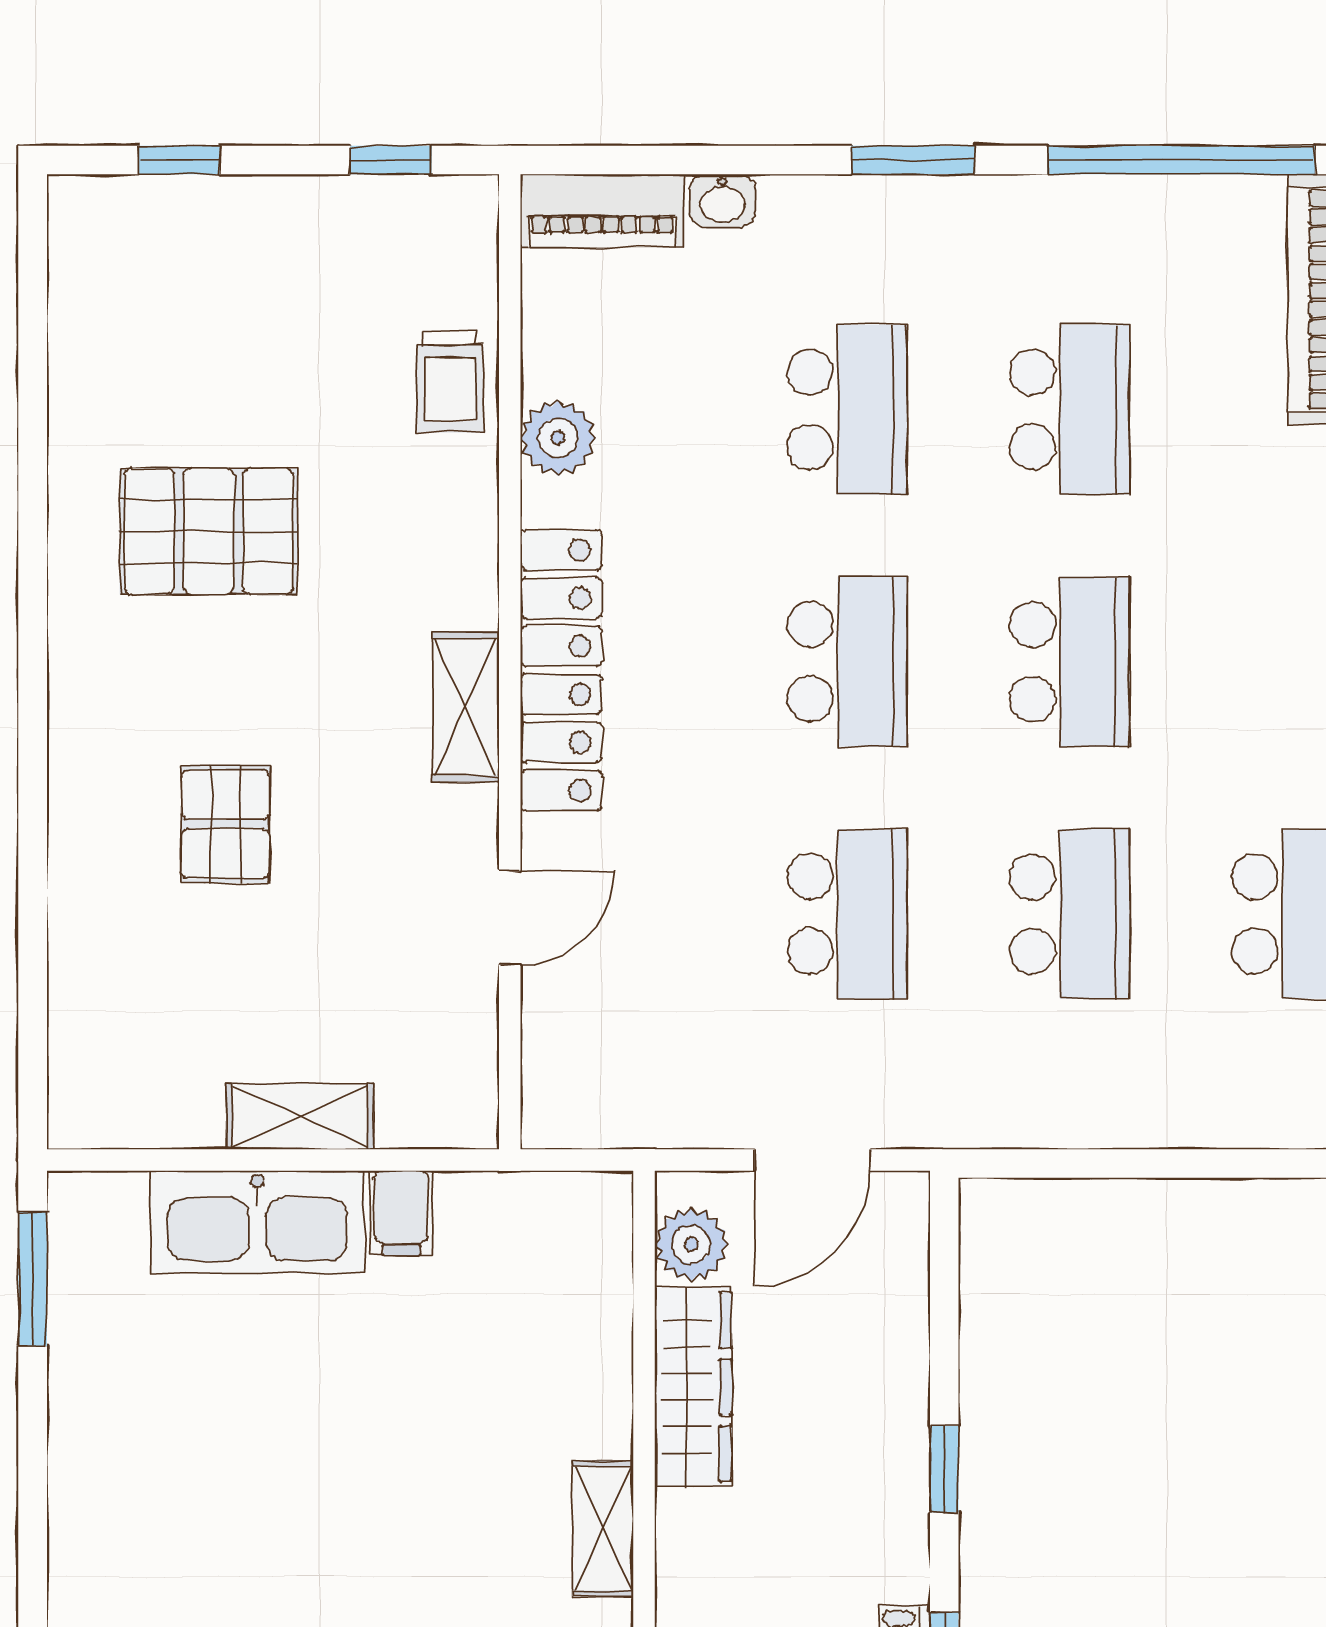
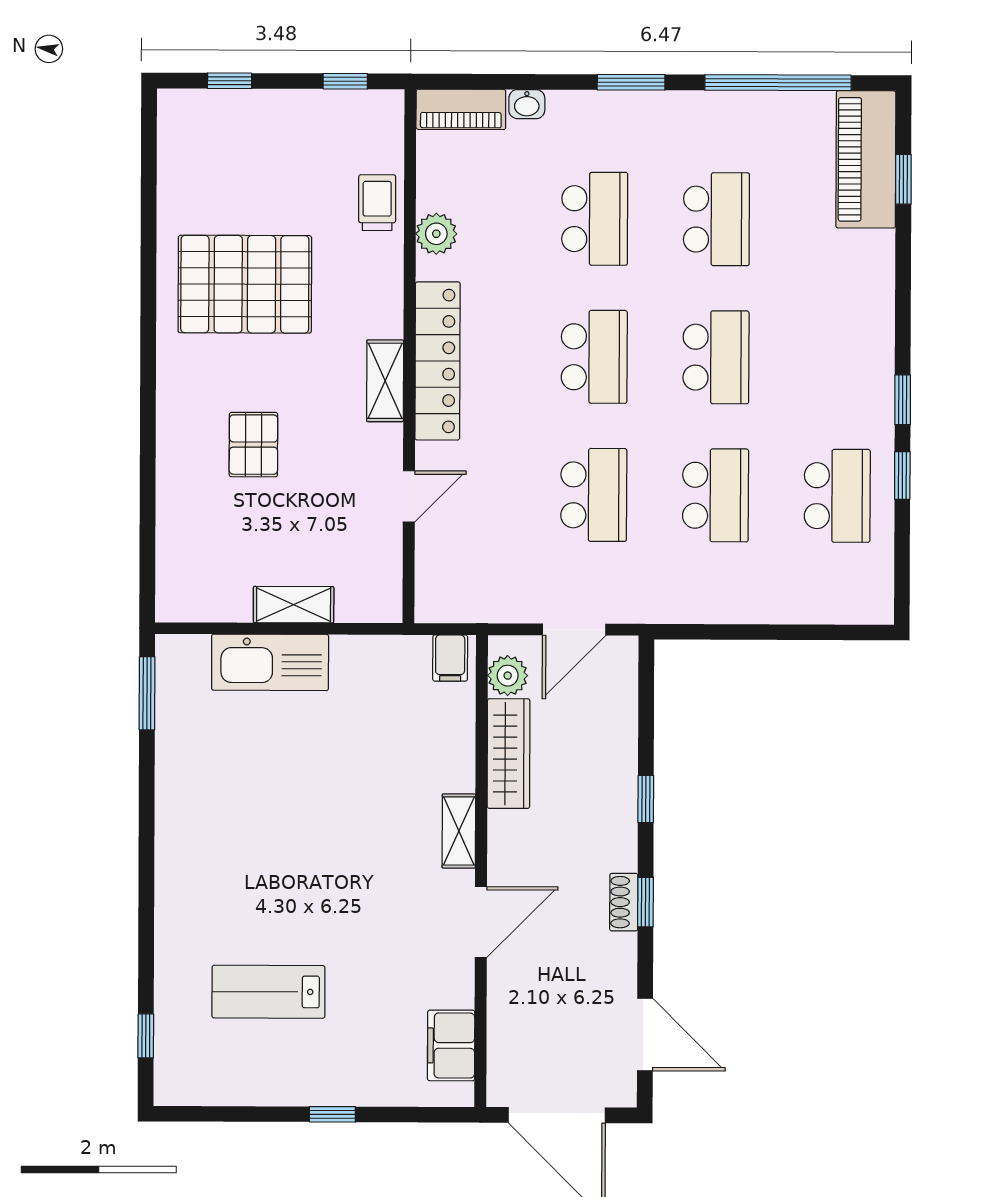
trolley: (450, 382) -> (377, 203), turned 180
pallet: (209, 531) -> (245, 284), width x1.37, depth x1.41
filing cabinet: (401, 1213) -> (450, 658), moved

